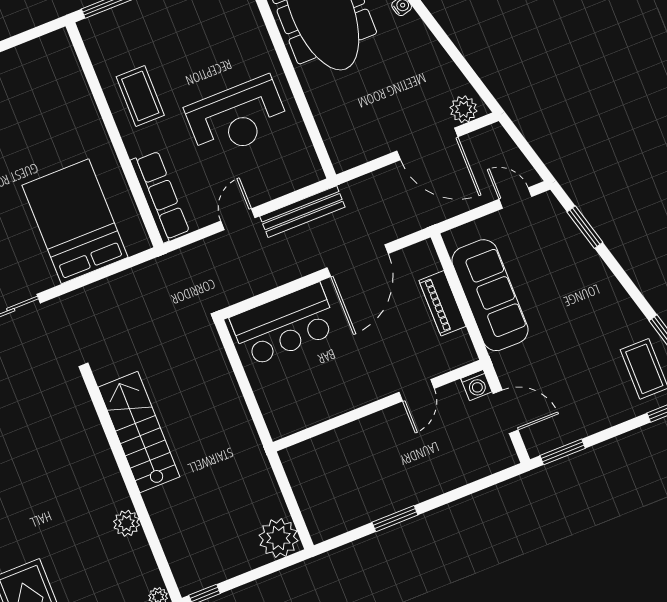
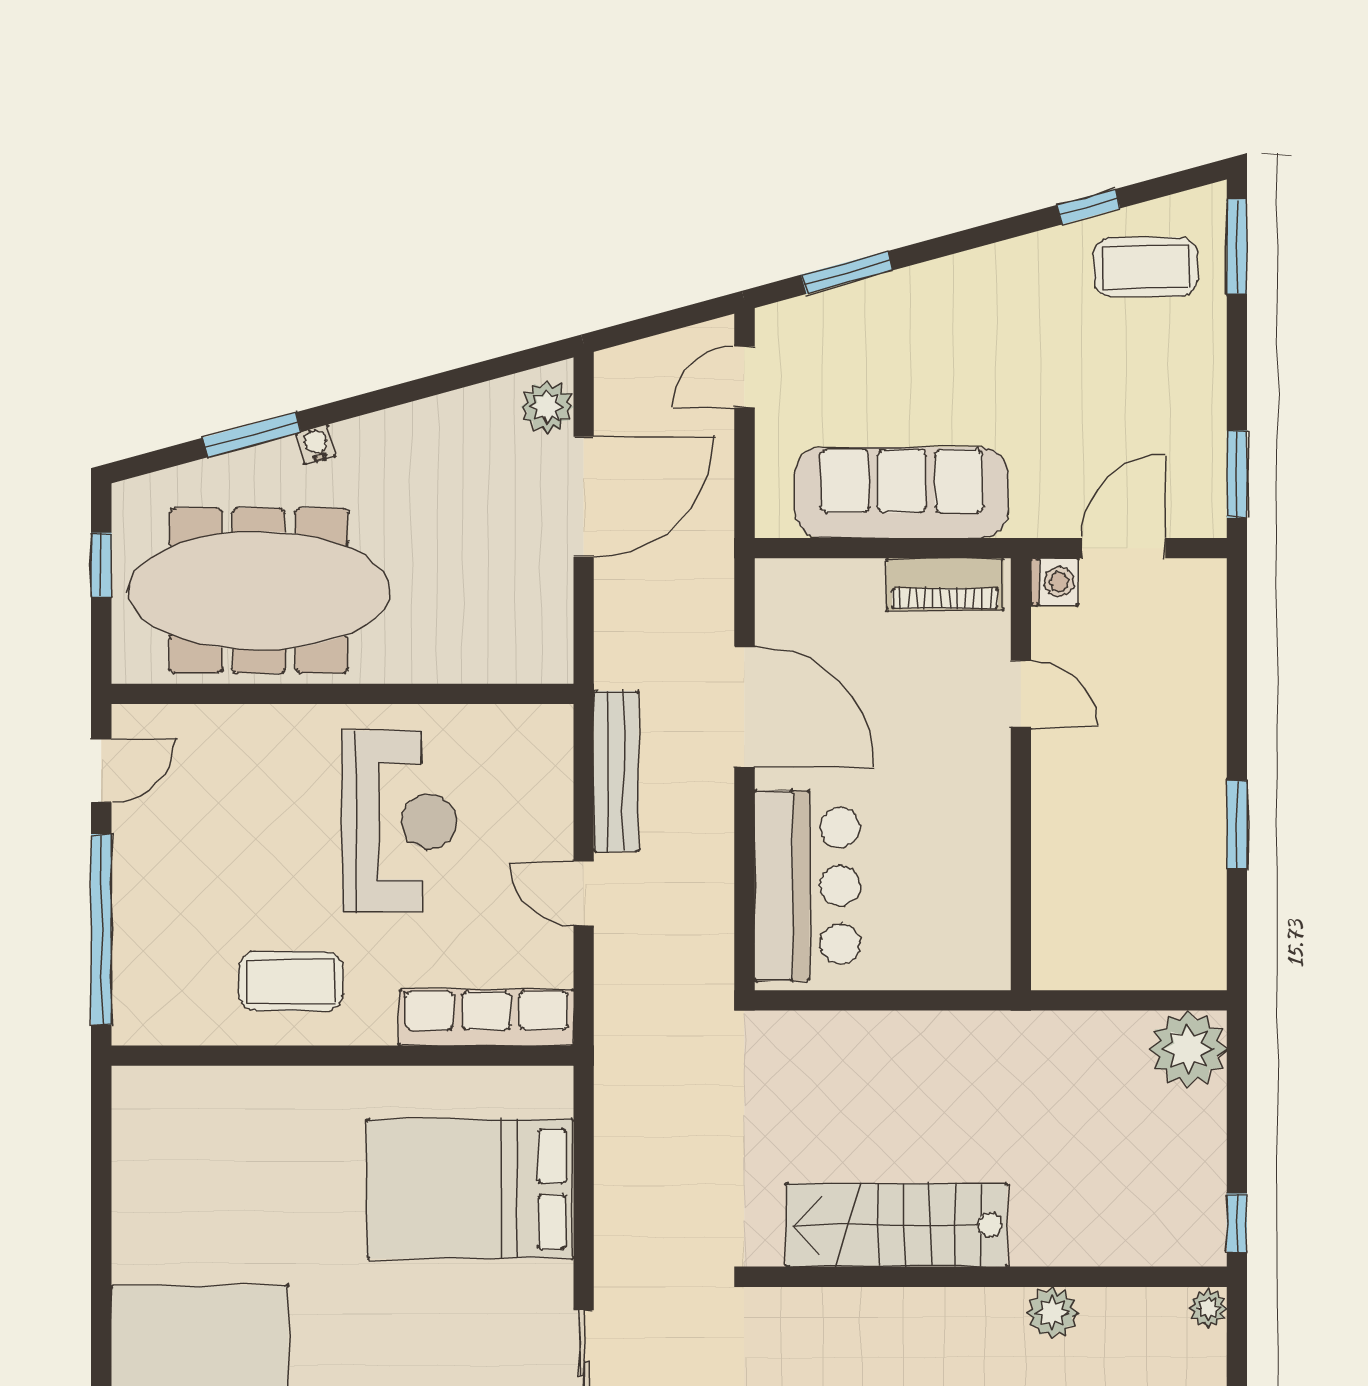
piano: (442, 303) -> (945, 584), moved

